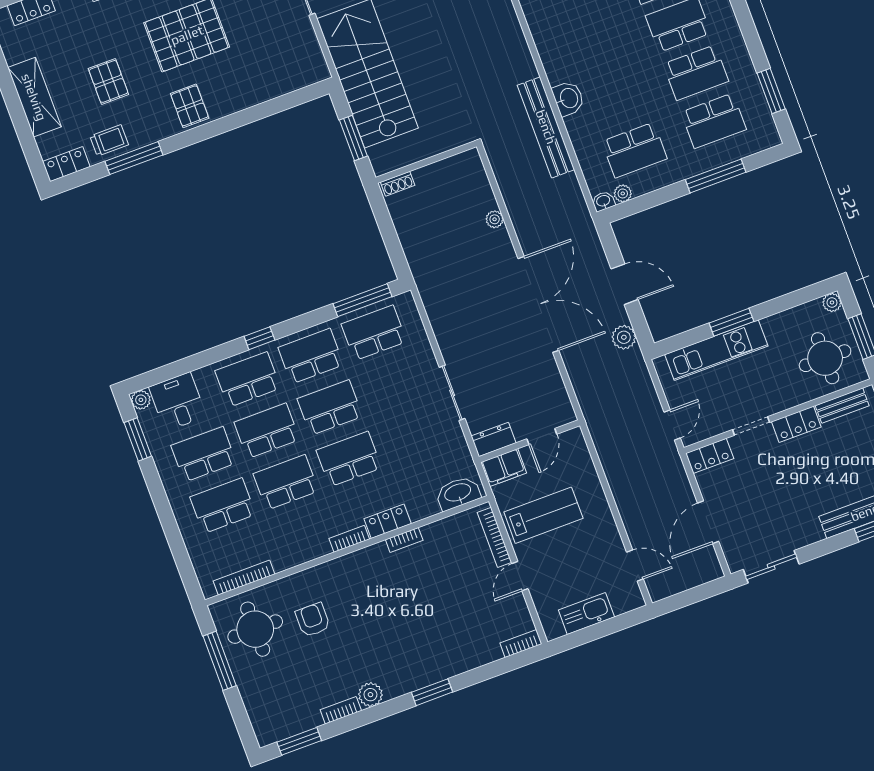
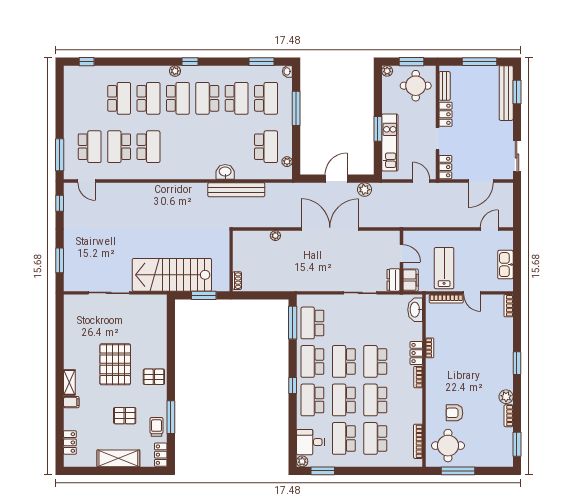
washbasin: (603, 201) -> (287, 71), moved
door: (708, 522) -> (481, 181), hinge flipped

